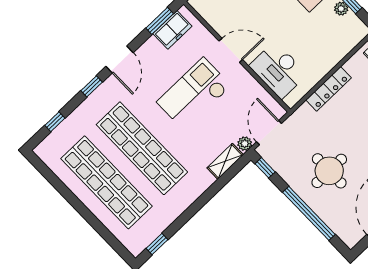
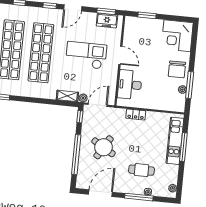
locker: (329, 89) -> (136, 115), width x0.66
round table: (329, 171) -> (104, 147), turned 31

